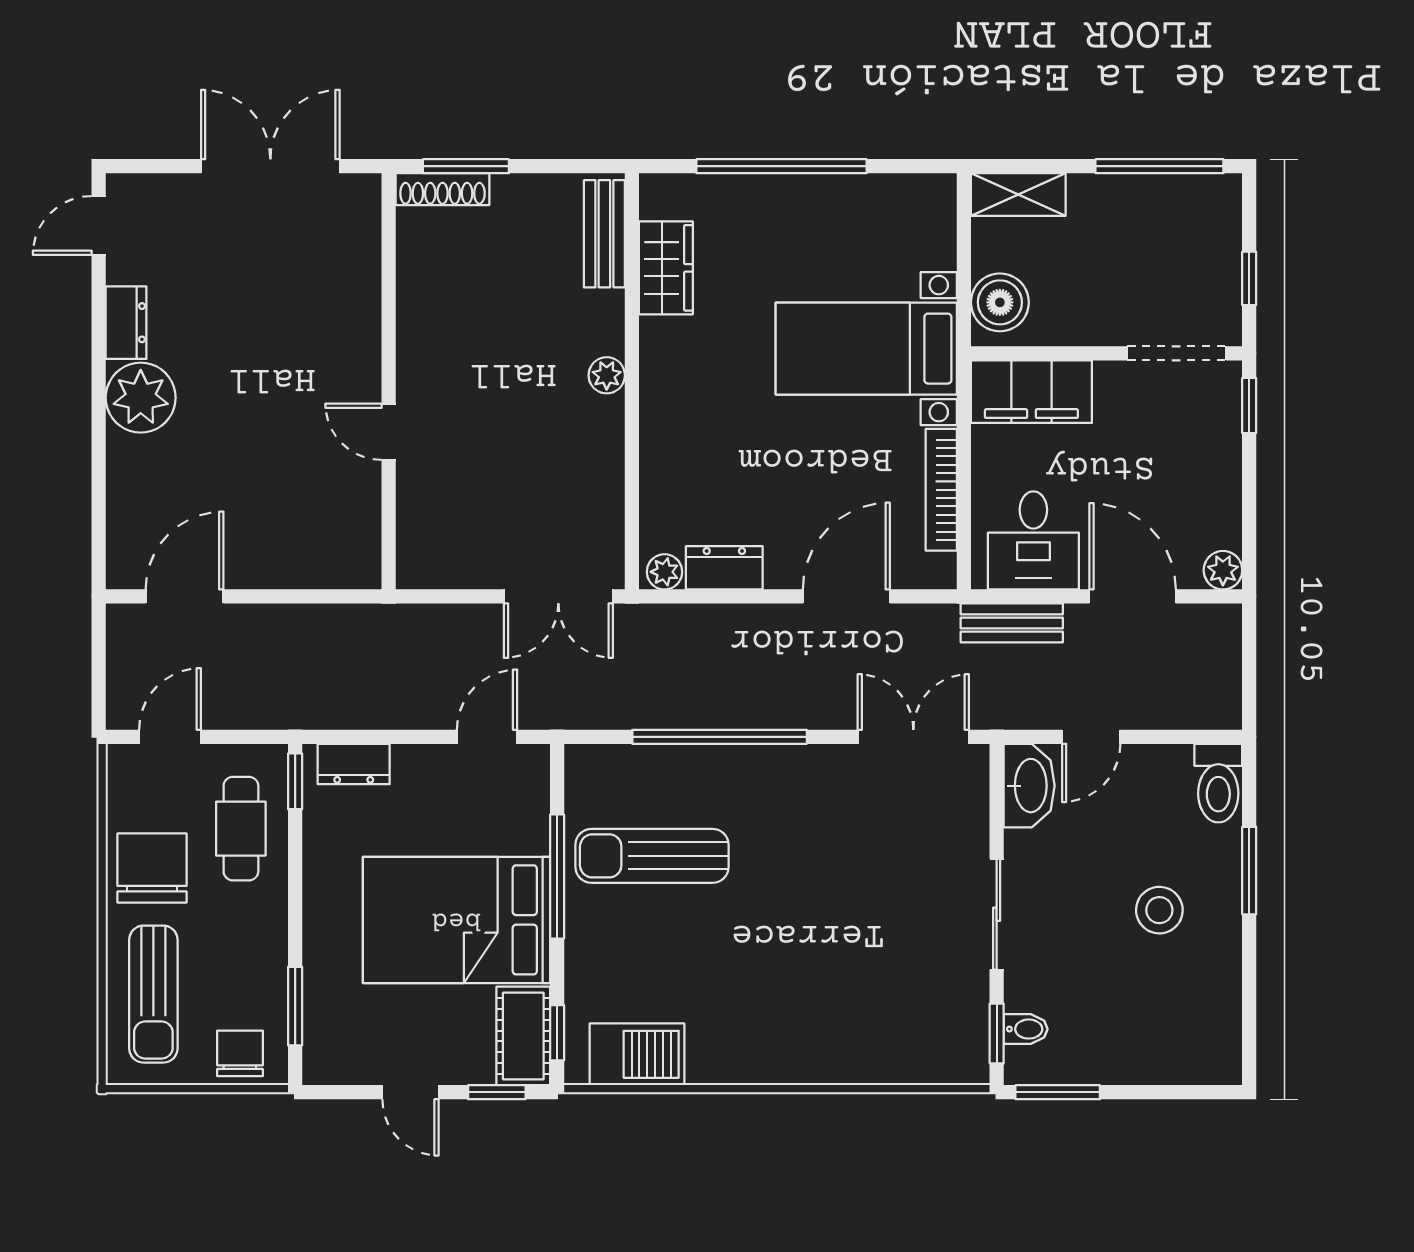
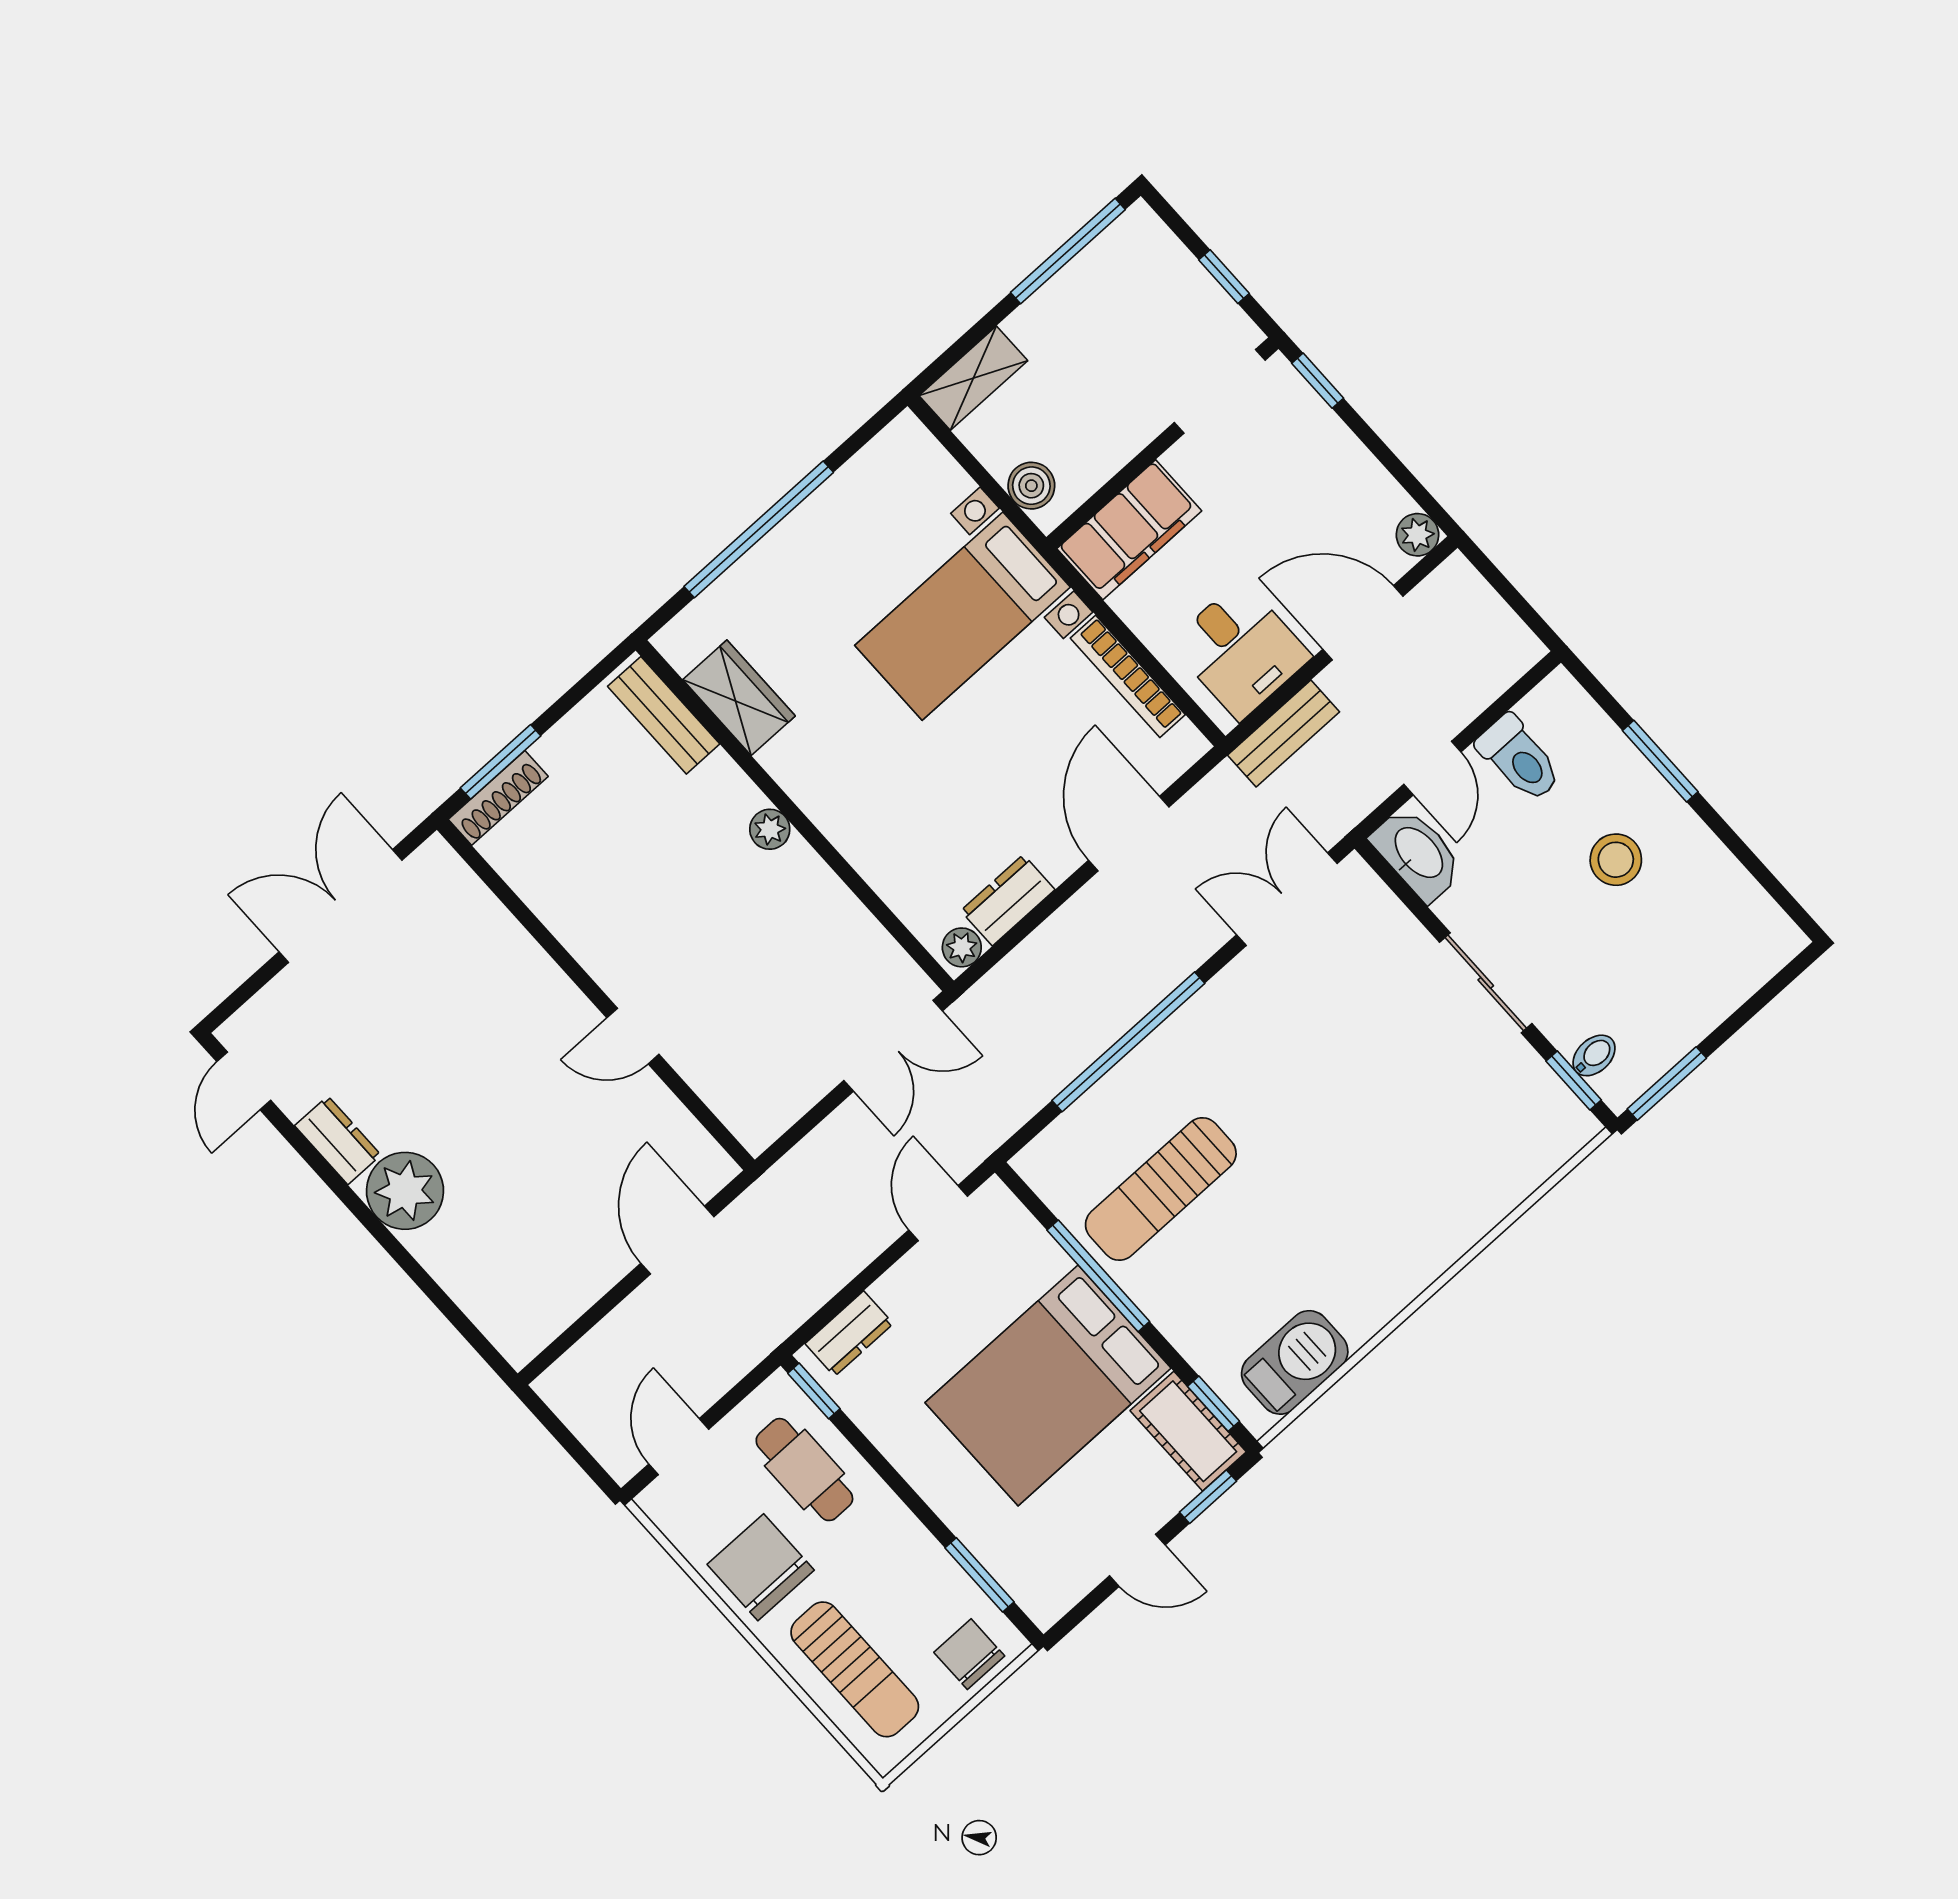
boiler: (1000, 302) -> (1031, 486), width x0.73, depth x0.73
door: (184, 596) -> (677, 1240), moved
toilet: (1218, 783) -> (1519, 758), moved

